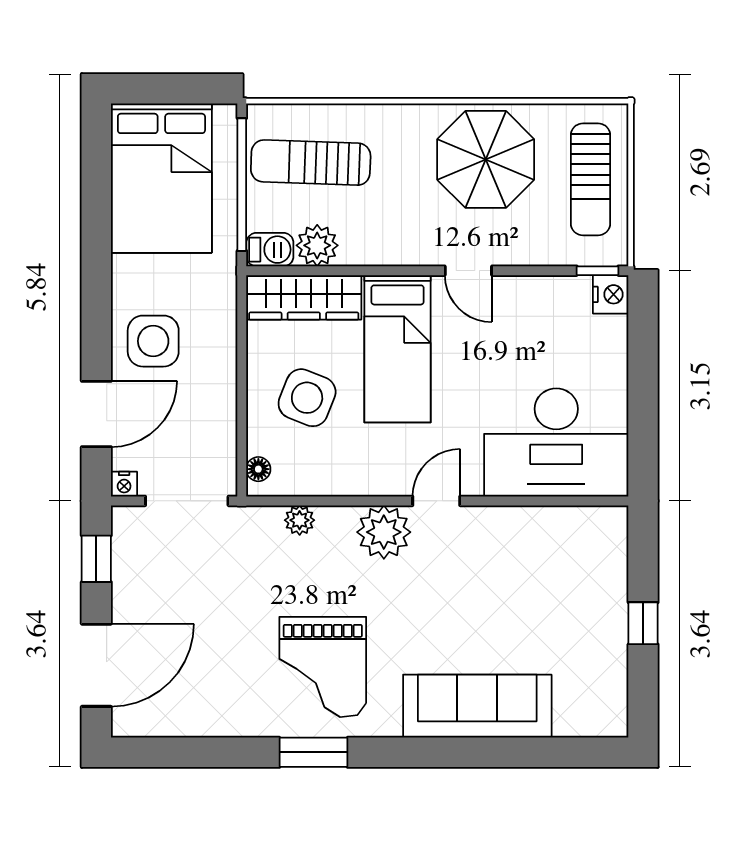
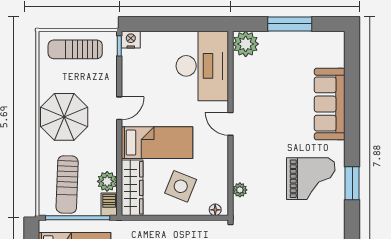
parasol: (486, 159) -> (64, 117), moved
sun lounger: (591, 179) -> (75, 49), turned 180
plant: (384, 532) -> (246, 44), moved
window: (643, 623) -> (290, 24), width x2.17

